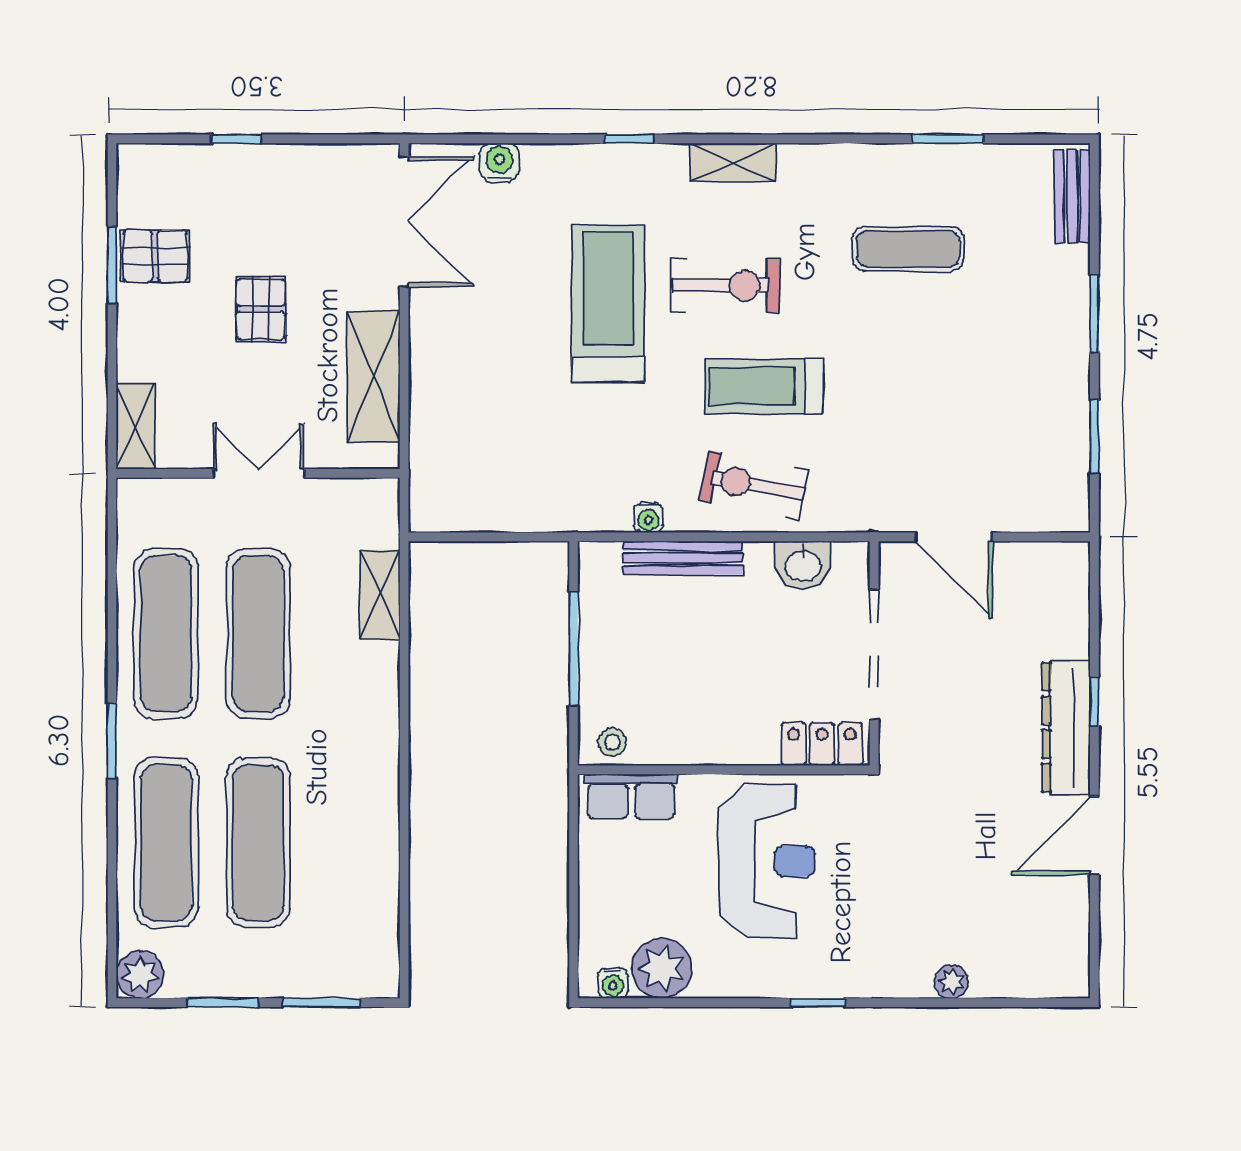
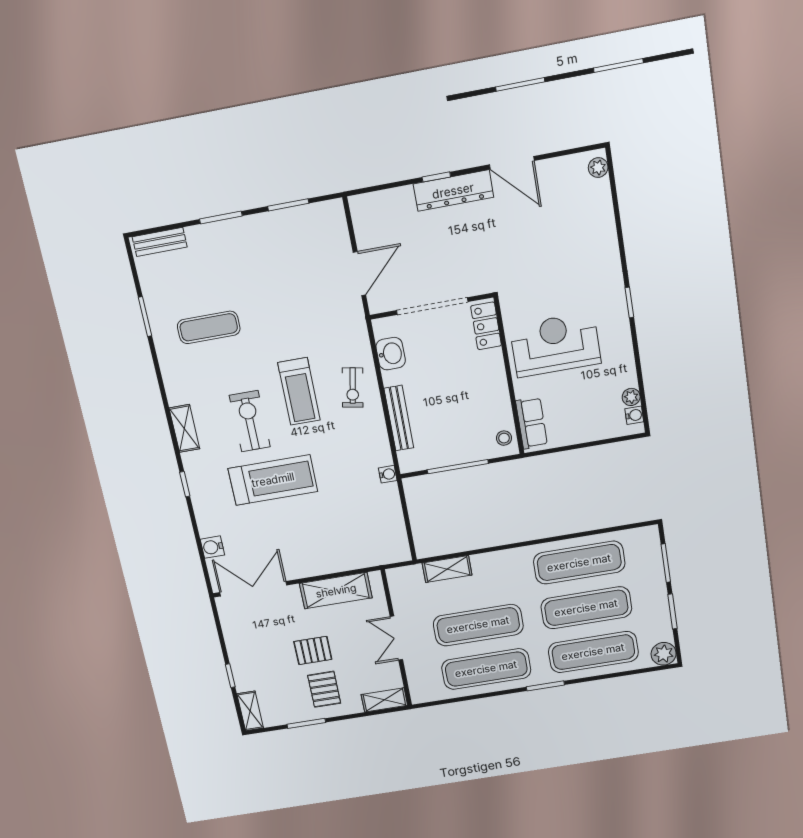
shelving: (157, 161) -> (250, 711), added
exercise mat: (908, 249) -> (209, 327), turned 90
pallet: (155, 256) -> (324, 689), moved
treadmill: (608, 304) -> (273, 480), turned 180
exercise bike: (754, 485) -> (353, 388), width x0.73, depth x0.72
water cooler: (648, 518) -> (388, 474), moved
exercise mat: (350, 843) -> (579, 563), added
plant: (662, 968) -> (631, 397), width x0.53, depth x0.53
plant: (951, 982) -> (598, 168), moved

